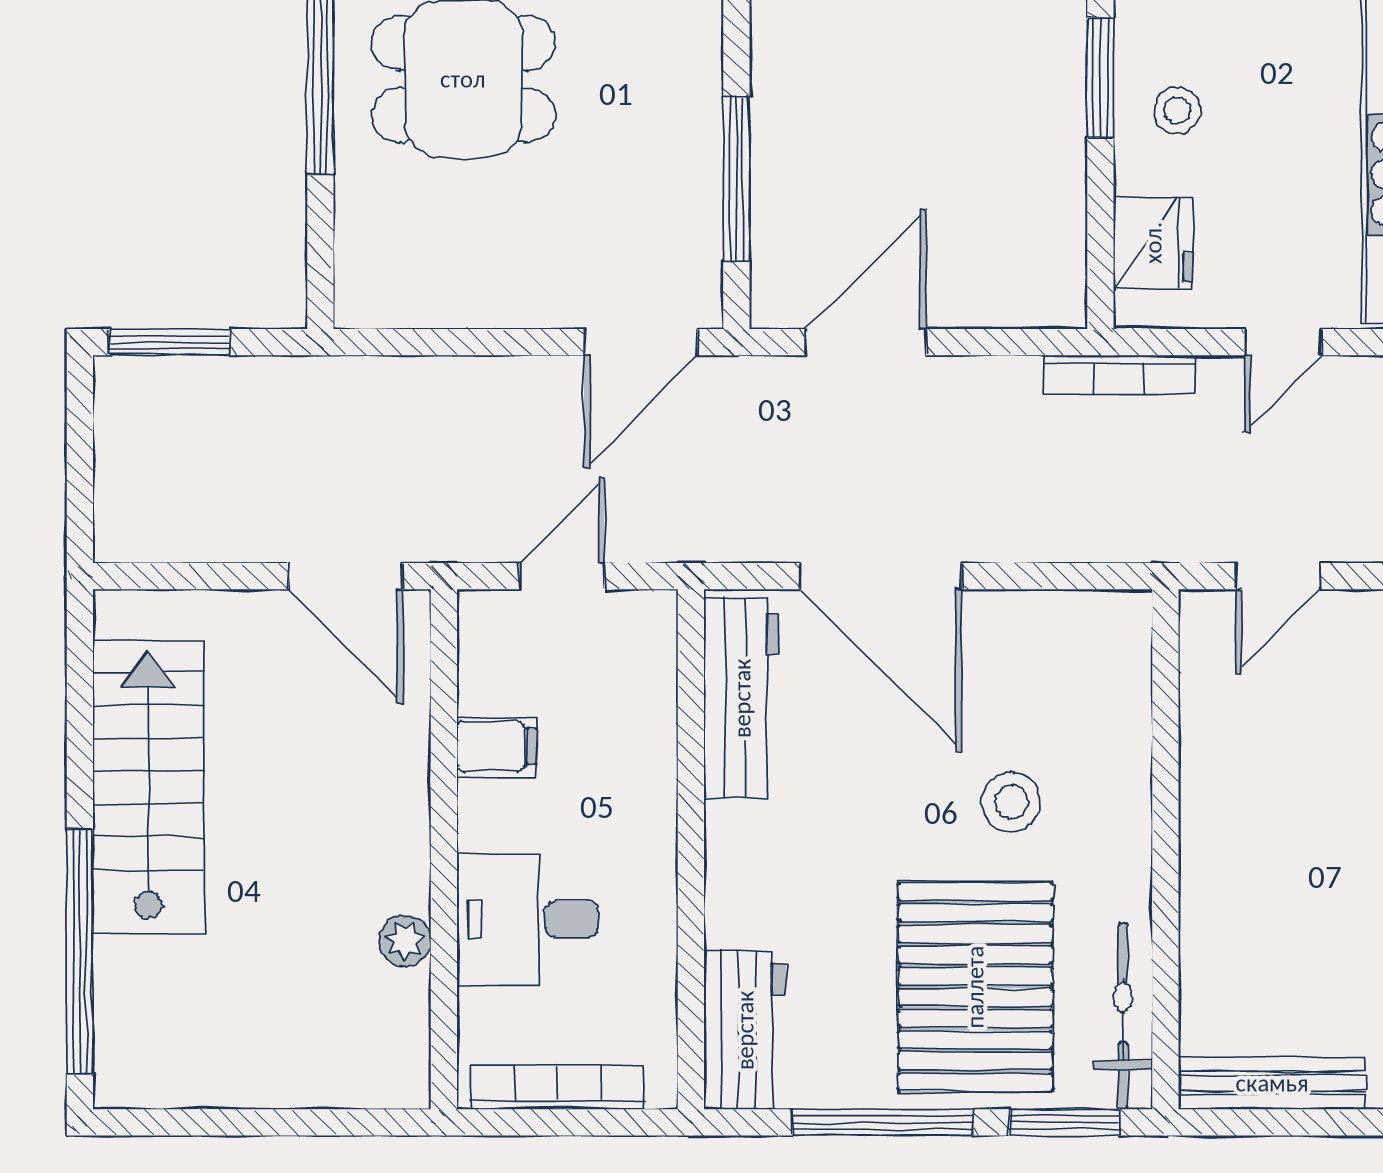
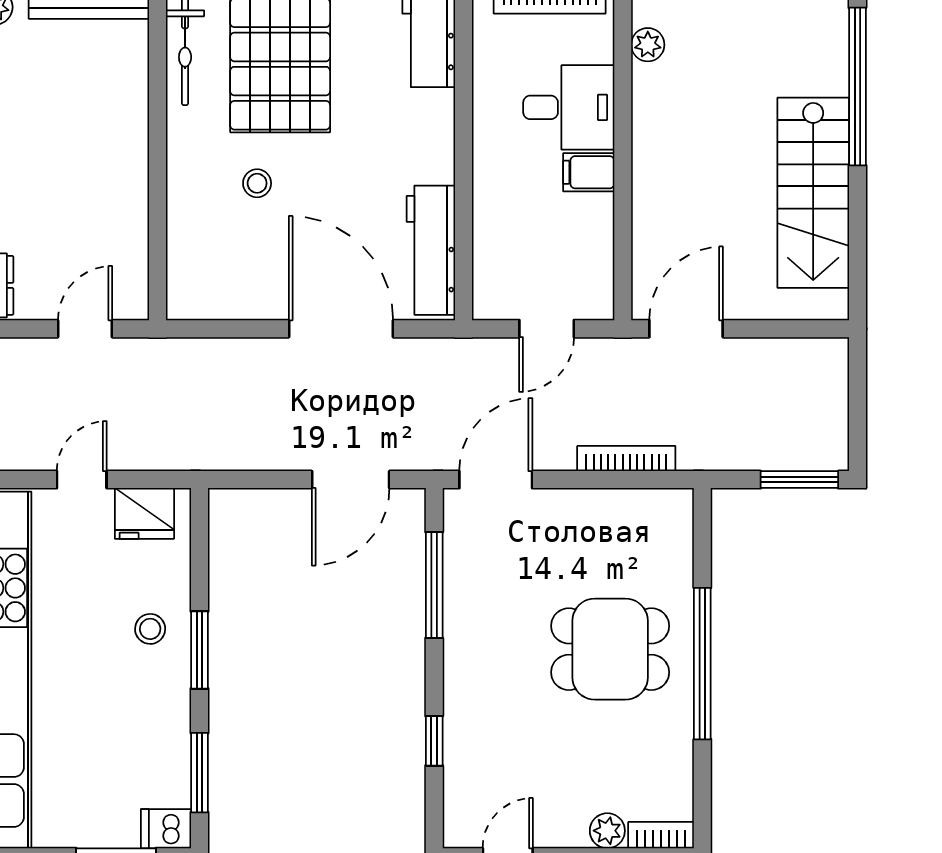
fridge: (1153, 243) -> (144, 513), moved, turned -90
bookcase: (1119, 375) -> (626, 459), moved
door: (346, 576) -> (686, 329), hinge flipped
filing cabinet: (497, 747) -> (589, 172), moved
stool: (1011, 802) -> (257, 183), width x0.73, depth x0.73
plant: (405, 941) -> (648, 45), moved

